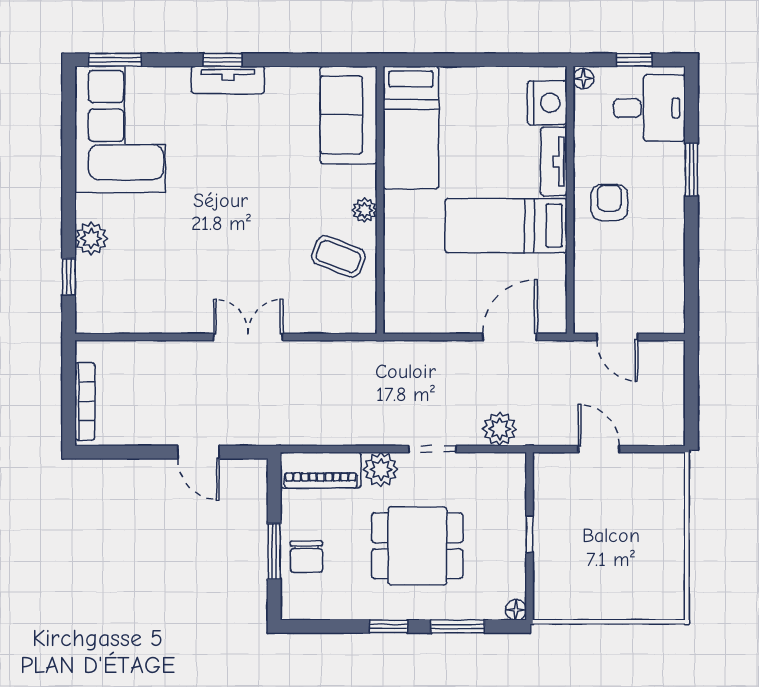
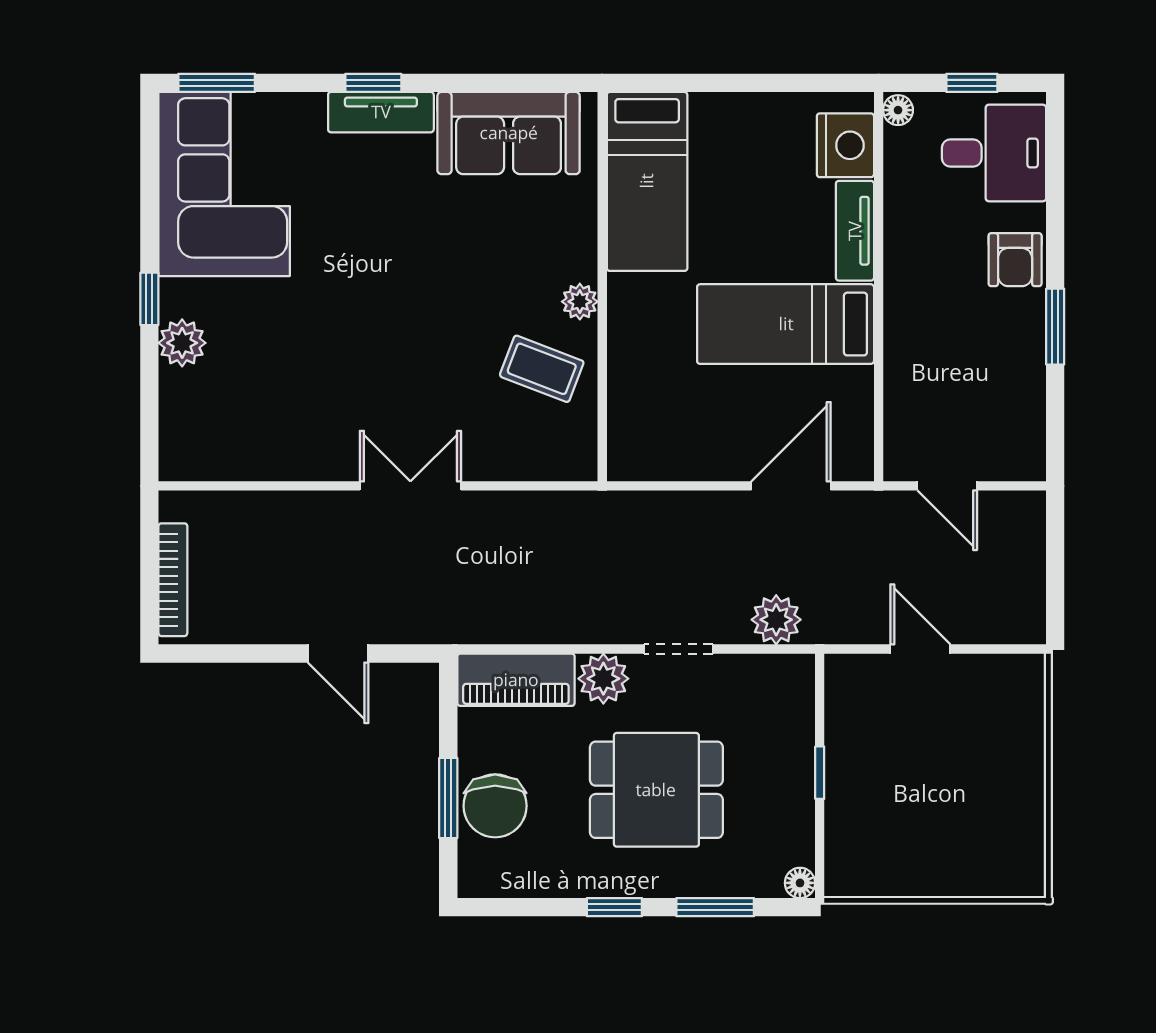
sofa: (349, 115) -> (509, 133), moved, turned -90
window: (691, 170) -> (1055, 327), moved
armchair: (609, 203) -> (1015, 260), moved, turned 180
window: (69, 277) -> (149, 299), moved
chair: (306, 557) -> (495, 806), width x1.37, depth x1.37

